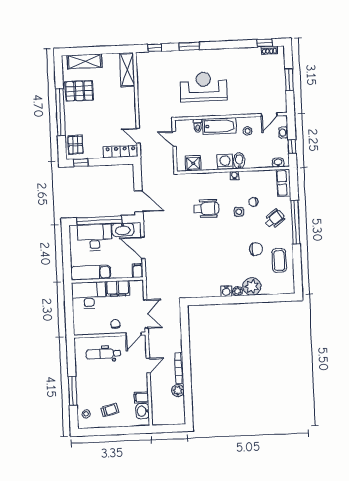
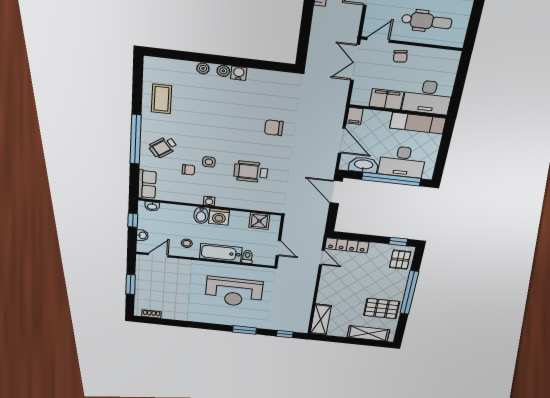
window: (265, 43) -> (156, 321), removed
chair: (256, 249) -> (274, 128), moved
plant: (252, 286) -> (203, 68), width x0.53, depth x0.53

